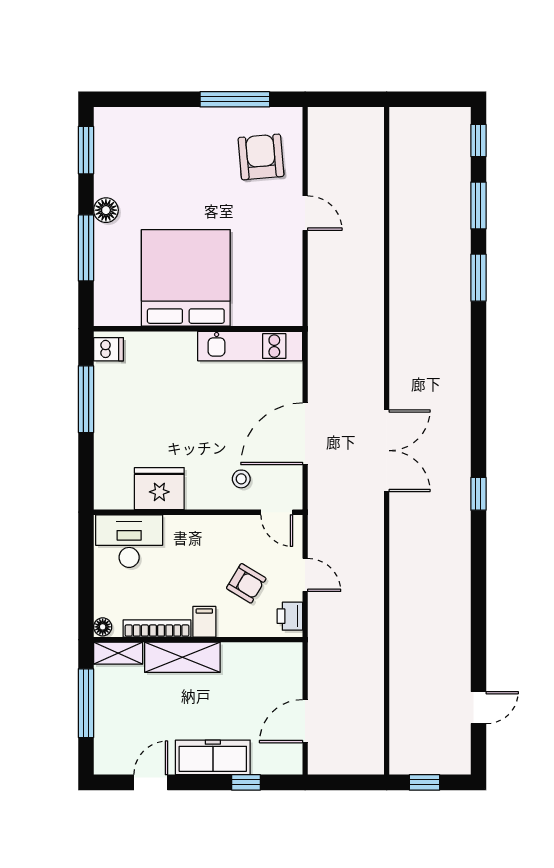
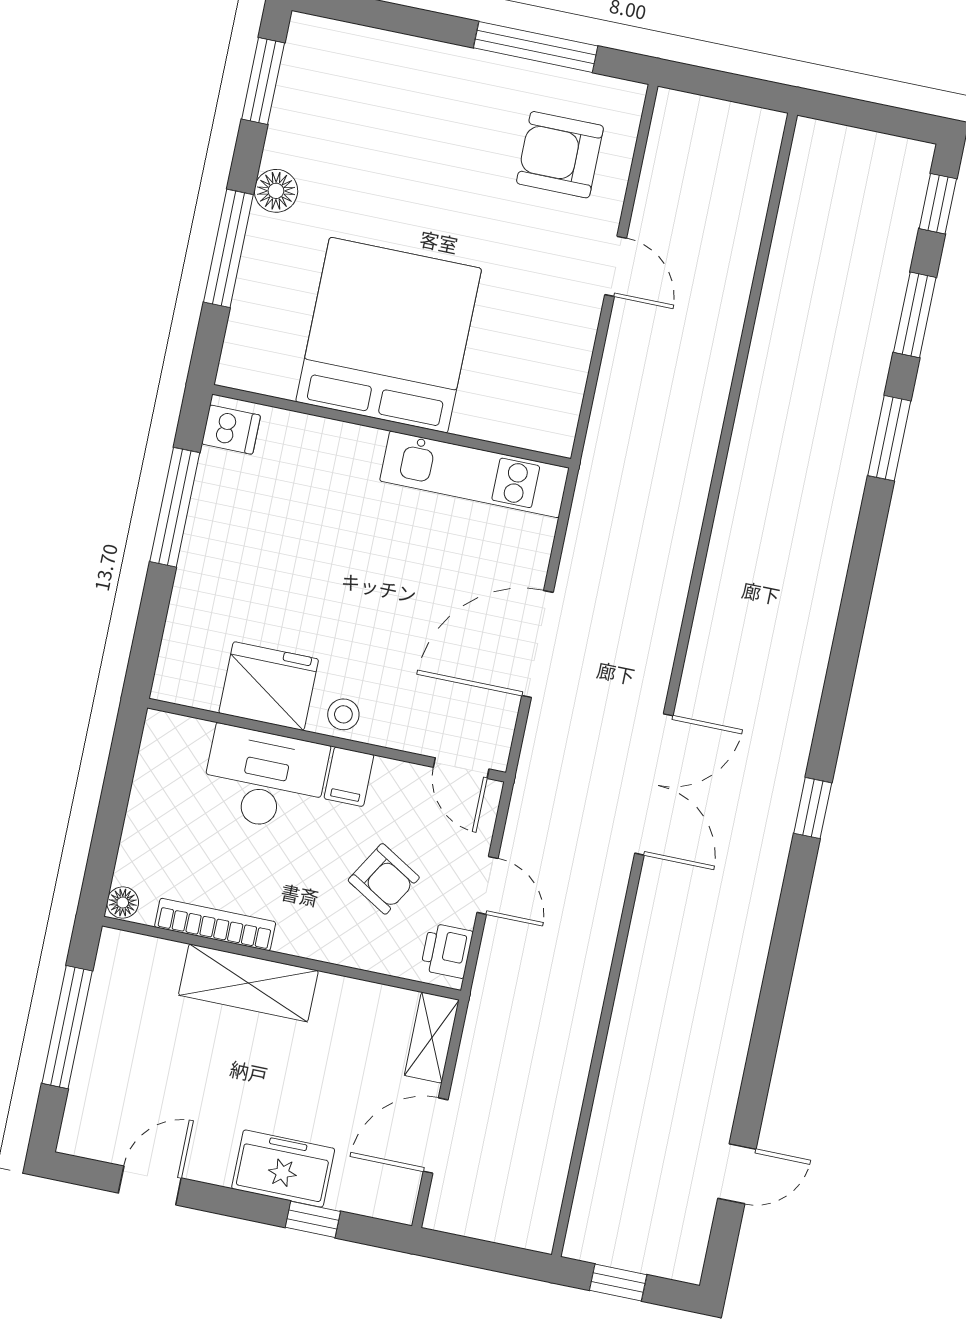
armchair: (261, 157) -> (560, 155), turned -85
double door: (387, 451) -> (654, 784), moved
stool: (241, 479) -> (343, 714), moved
desk: (129, 541) -> (265, 779), moved
filing cabinet: (204, 622) -> (349, 777), moved, turned 180
shelving: (118, 653) -> (432, 1038), moved, turned 90
freezer: (213, 757) -> (283, 1169), width x0.71

